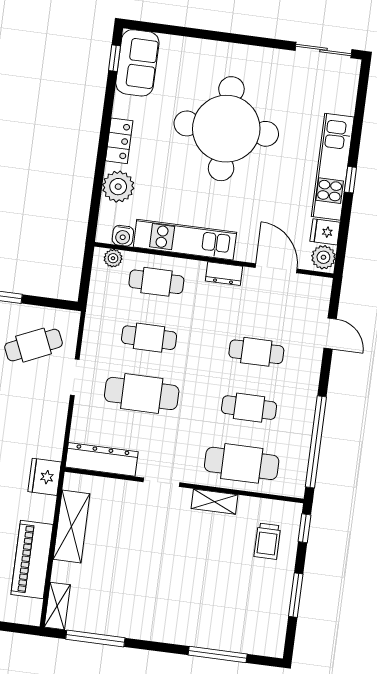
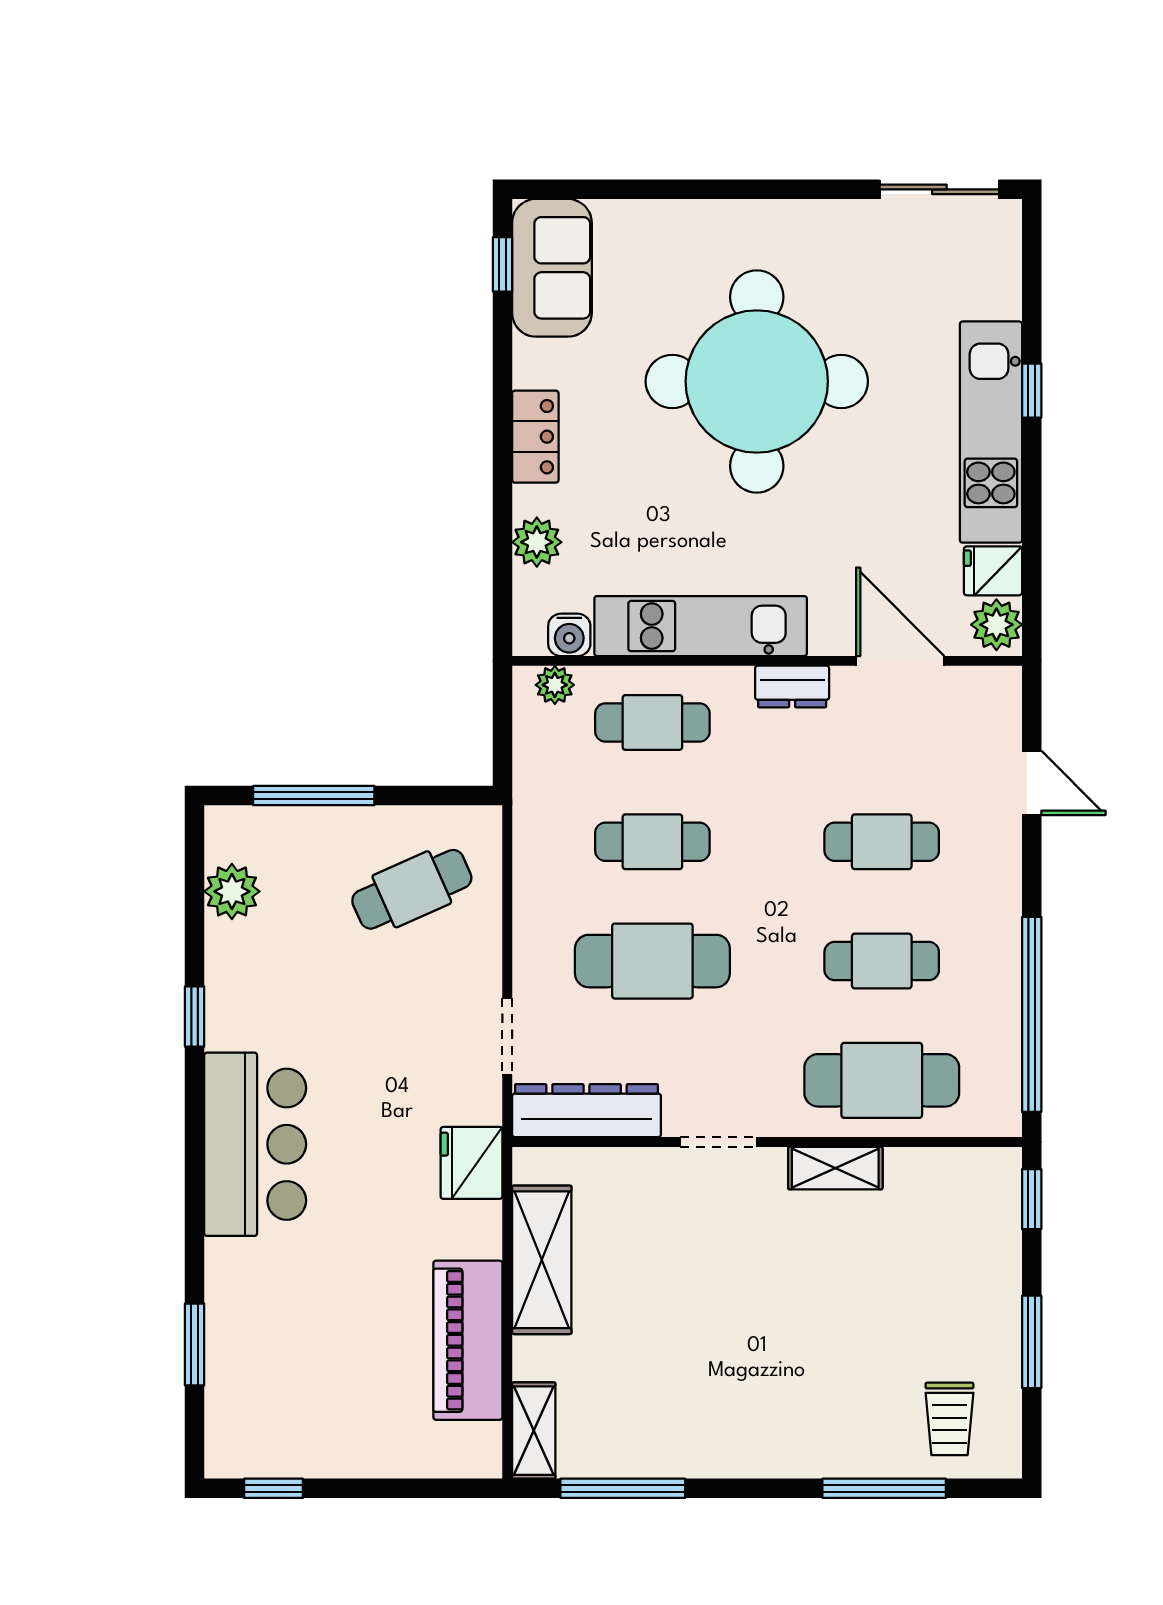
window: (350, 180) -> (1032, 391), moved
plant: (118, 187) -> (537, 542), width x0.73, depth x0.73
doorway: (75, 377) -> (507, 1036), moved
trolley: (267, 541) -> (949, 1419), moved

